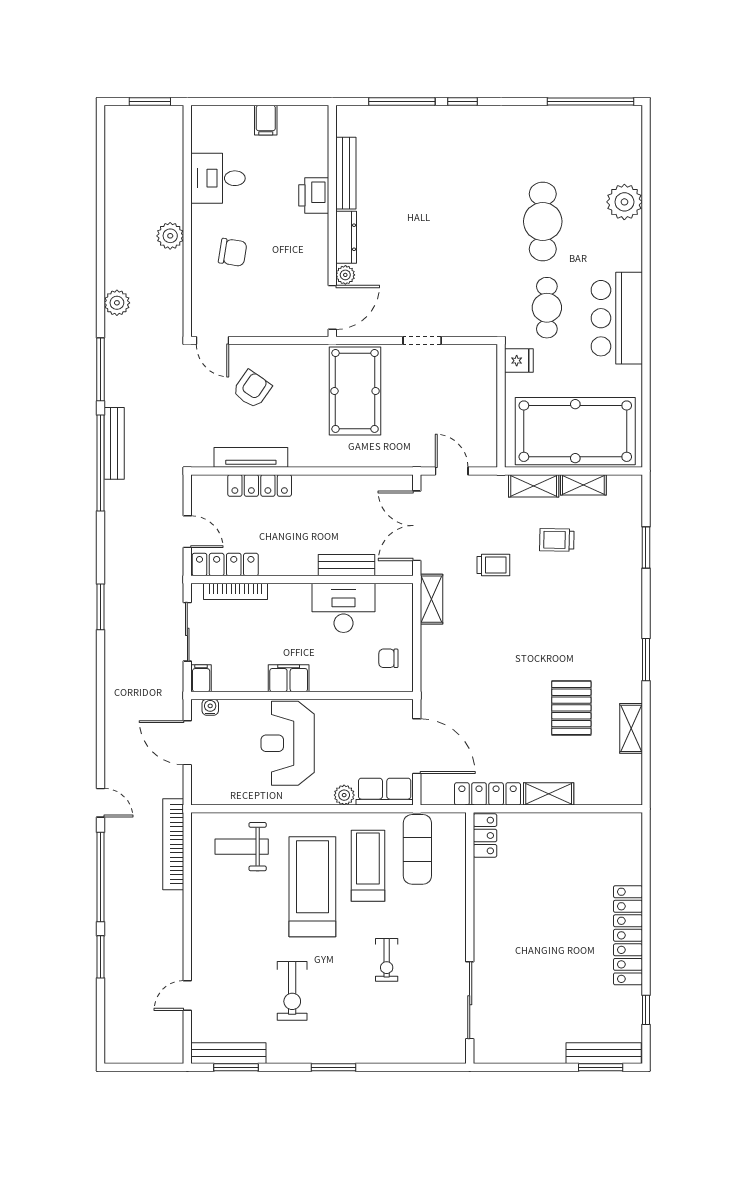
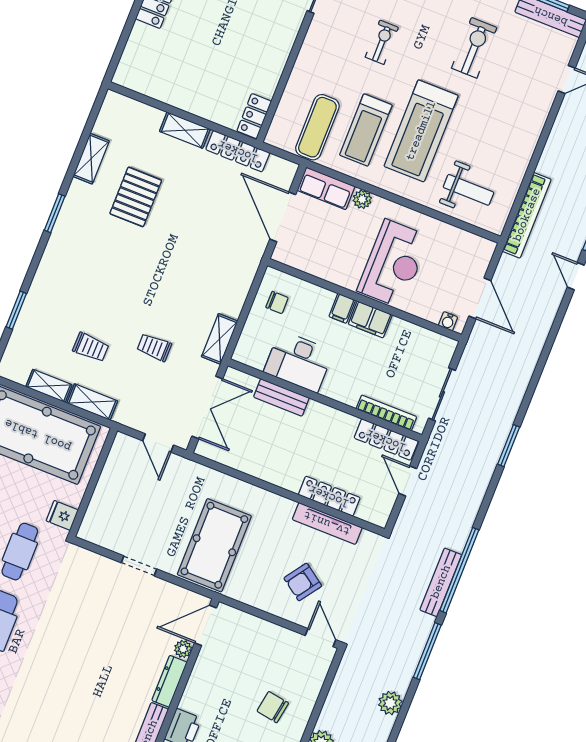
filing cabinet: (201, 678) -> (342, 308), moved

